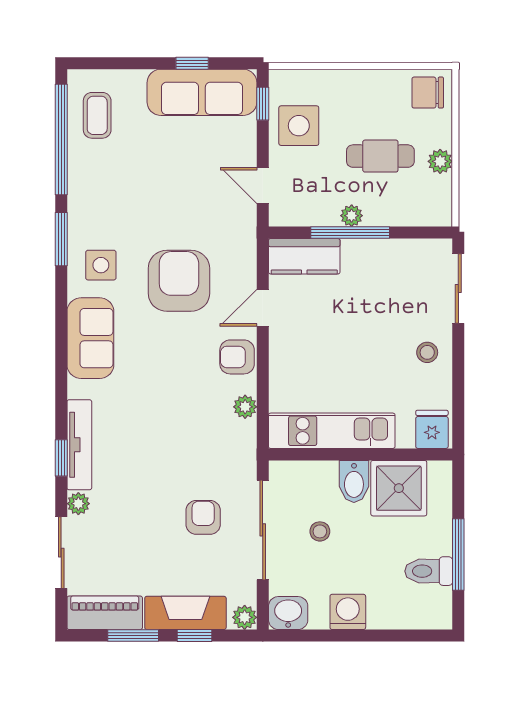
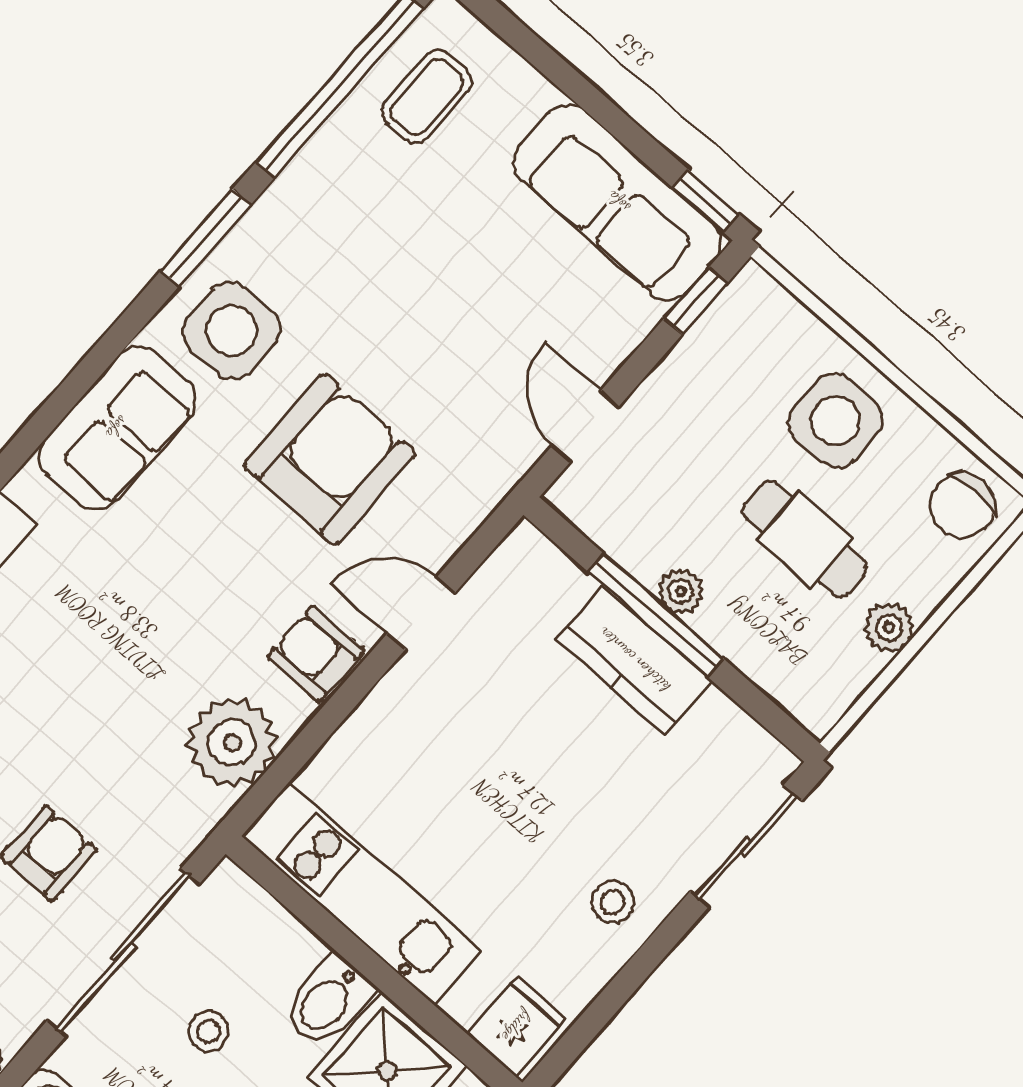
window: (192, 63) -> (705, 200), moved
chair: (428, 93) -> (962, 506), turned -90
side table: (299, 126) -> (835, 421), moved
kitchen counter: (304, 256) -> (634, 660), moved
side table: (101, 265) -> (231, 331), width x1.37, depth x1.37
plant: (245, 407) -> (232, 742), width x1.87, depth x1.87

